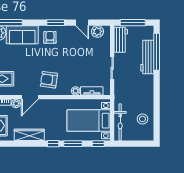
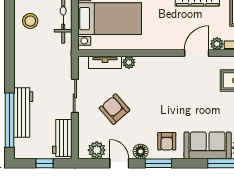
window: (133, 23) -> (45, 163), width x0.46
floor lamp: (68, 31) -> (141, 151), added
armchair: (49, 80) -> (114, 109), moved, turned -139

